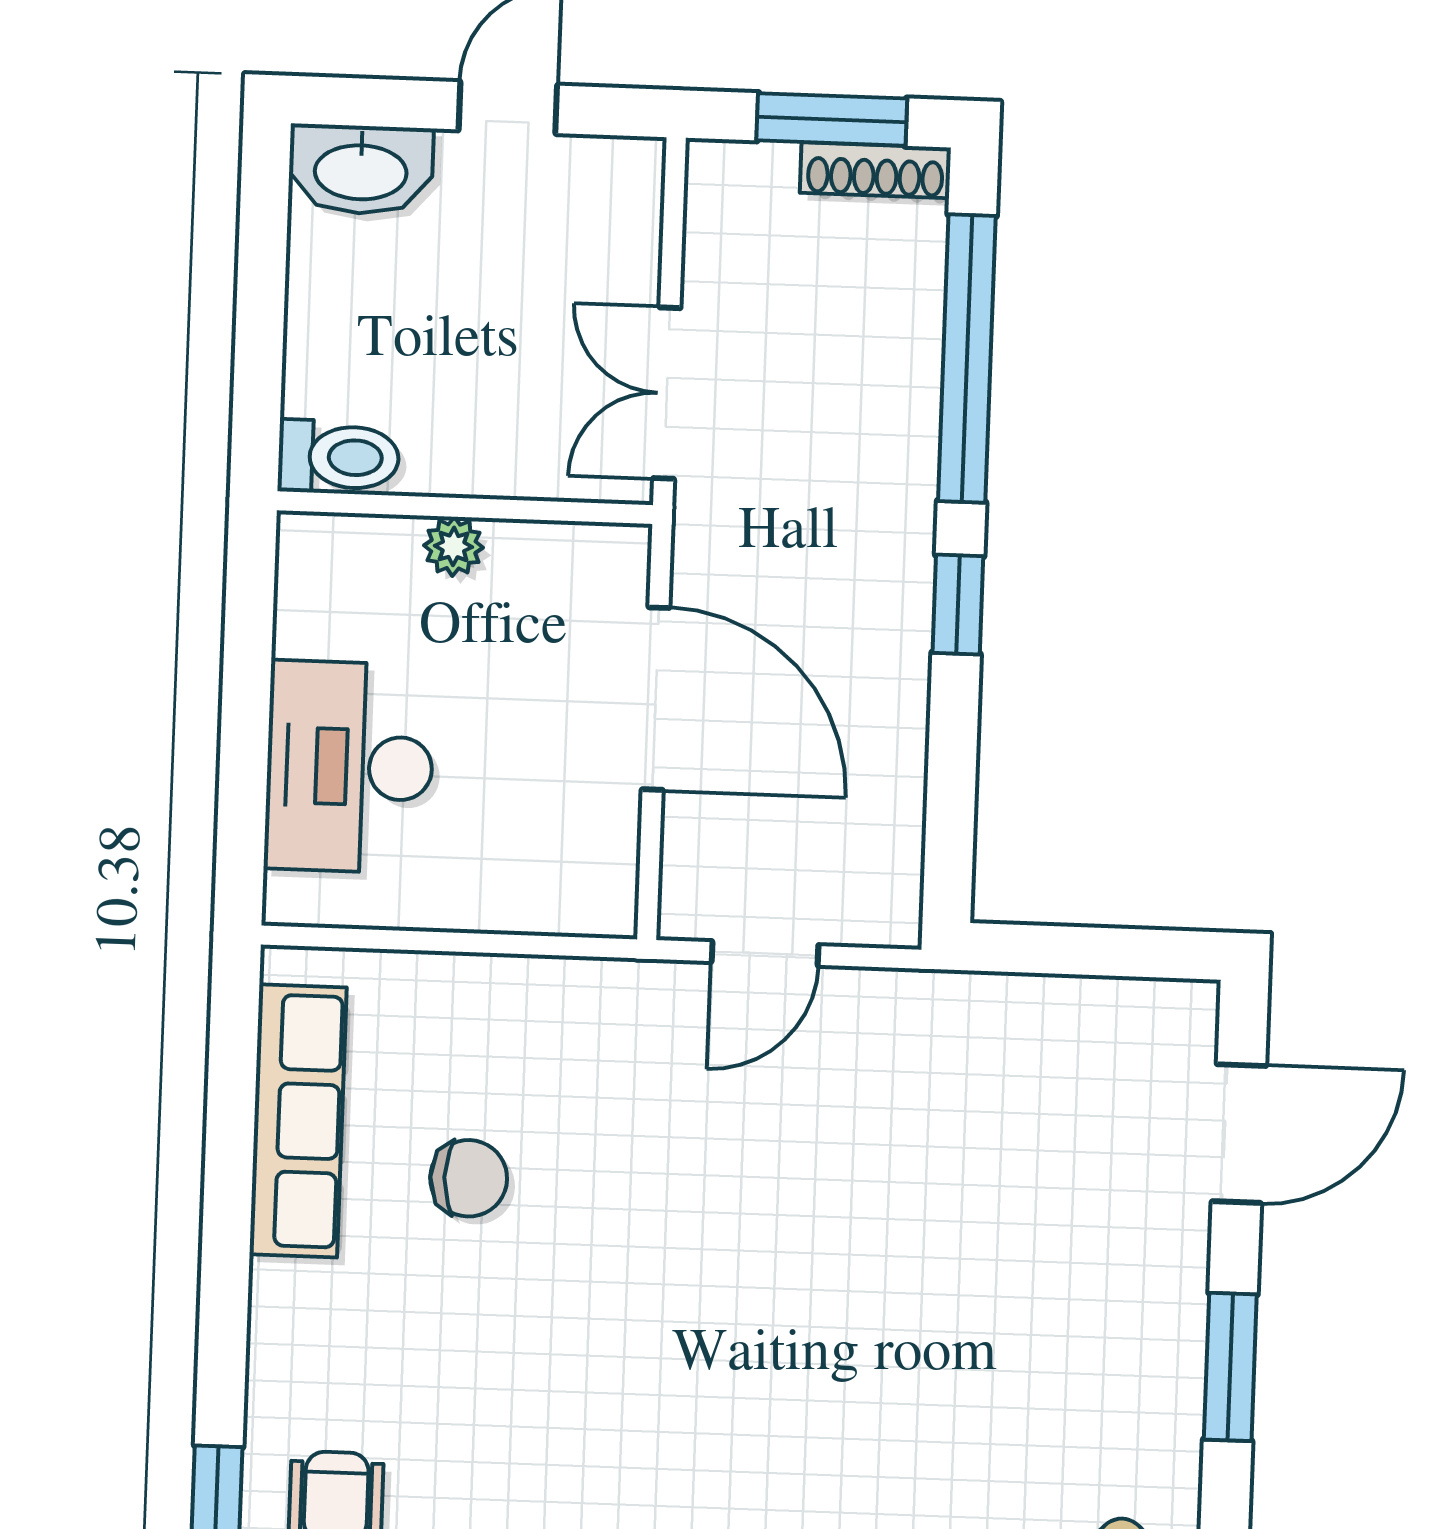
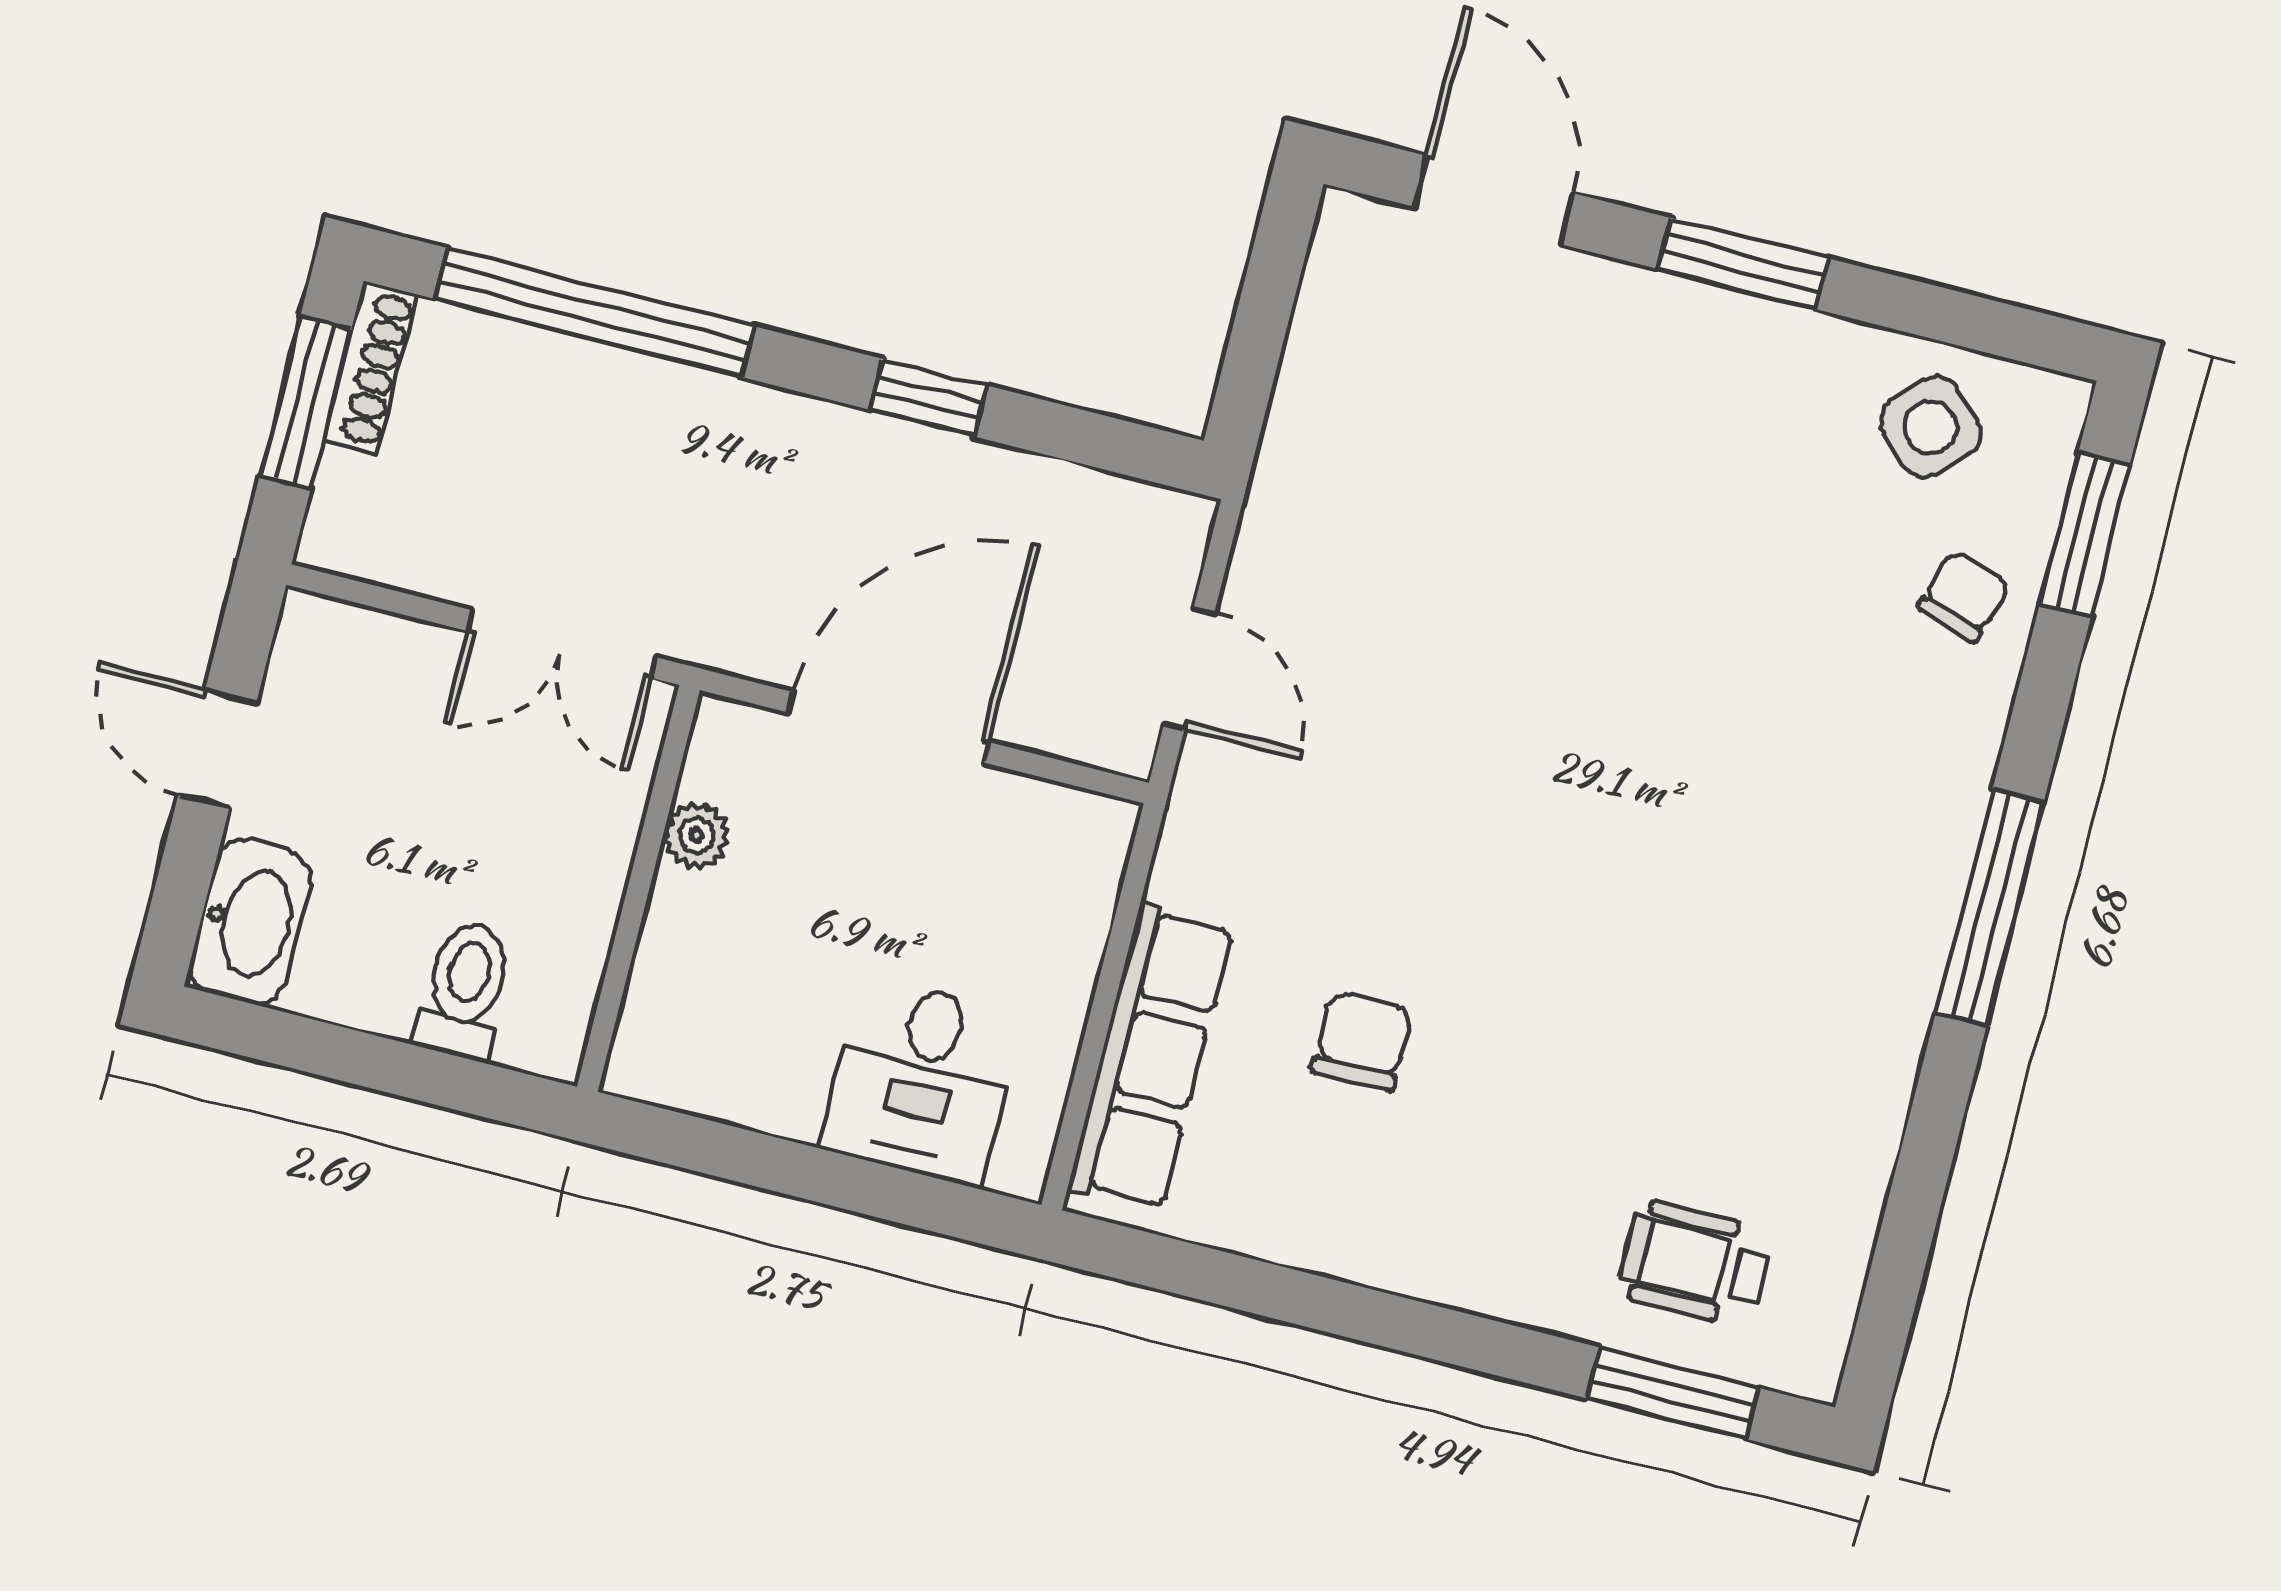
toilet: (339, 457) -> (465, 990), moved
plant: (453, 546) -> (697, 835), moved
window: (958, 604) -> (928, 398), moved
desk: (349, 767) -> (921, 1081), width x0.73
row of seats: (298, 1121) -> (1151, 1057), moved, turned 90

